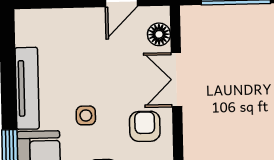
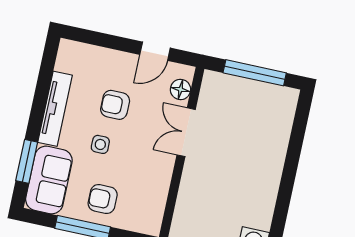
armchair: (145, 126) -> (115, 105), moved, turned -90

